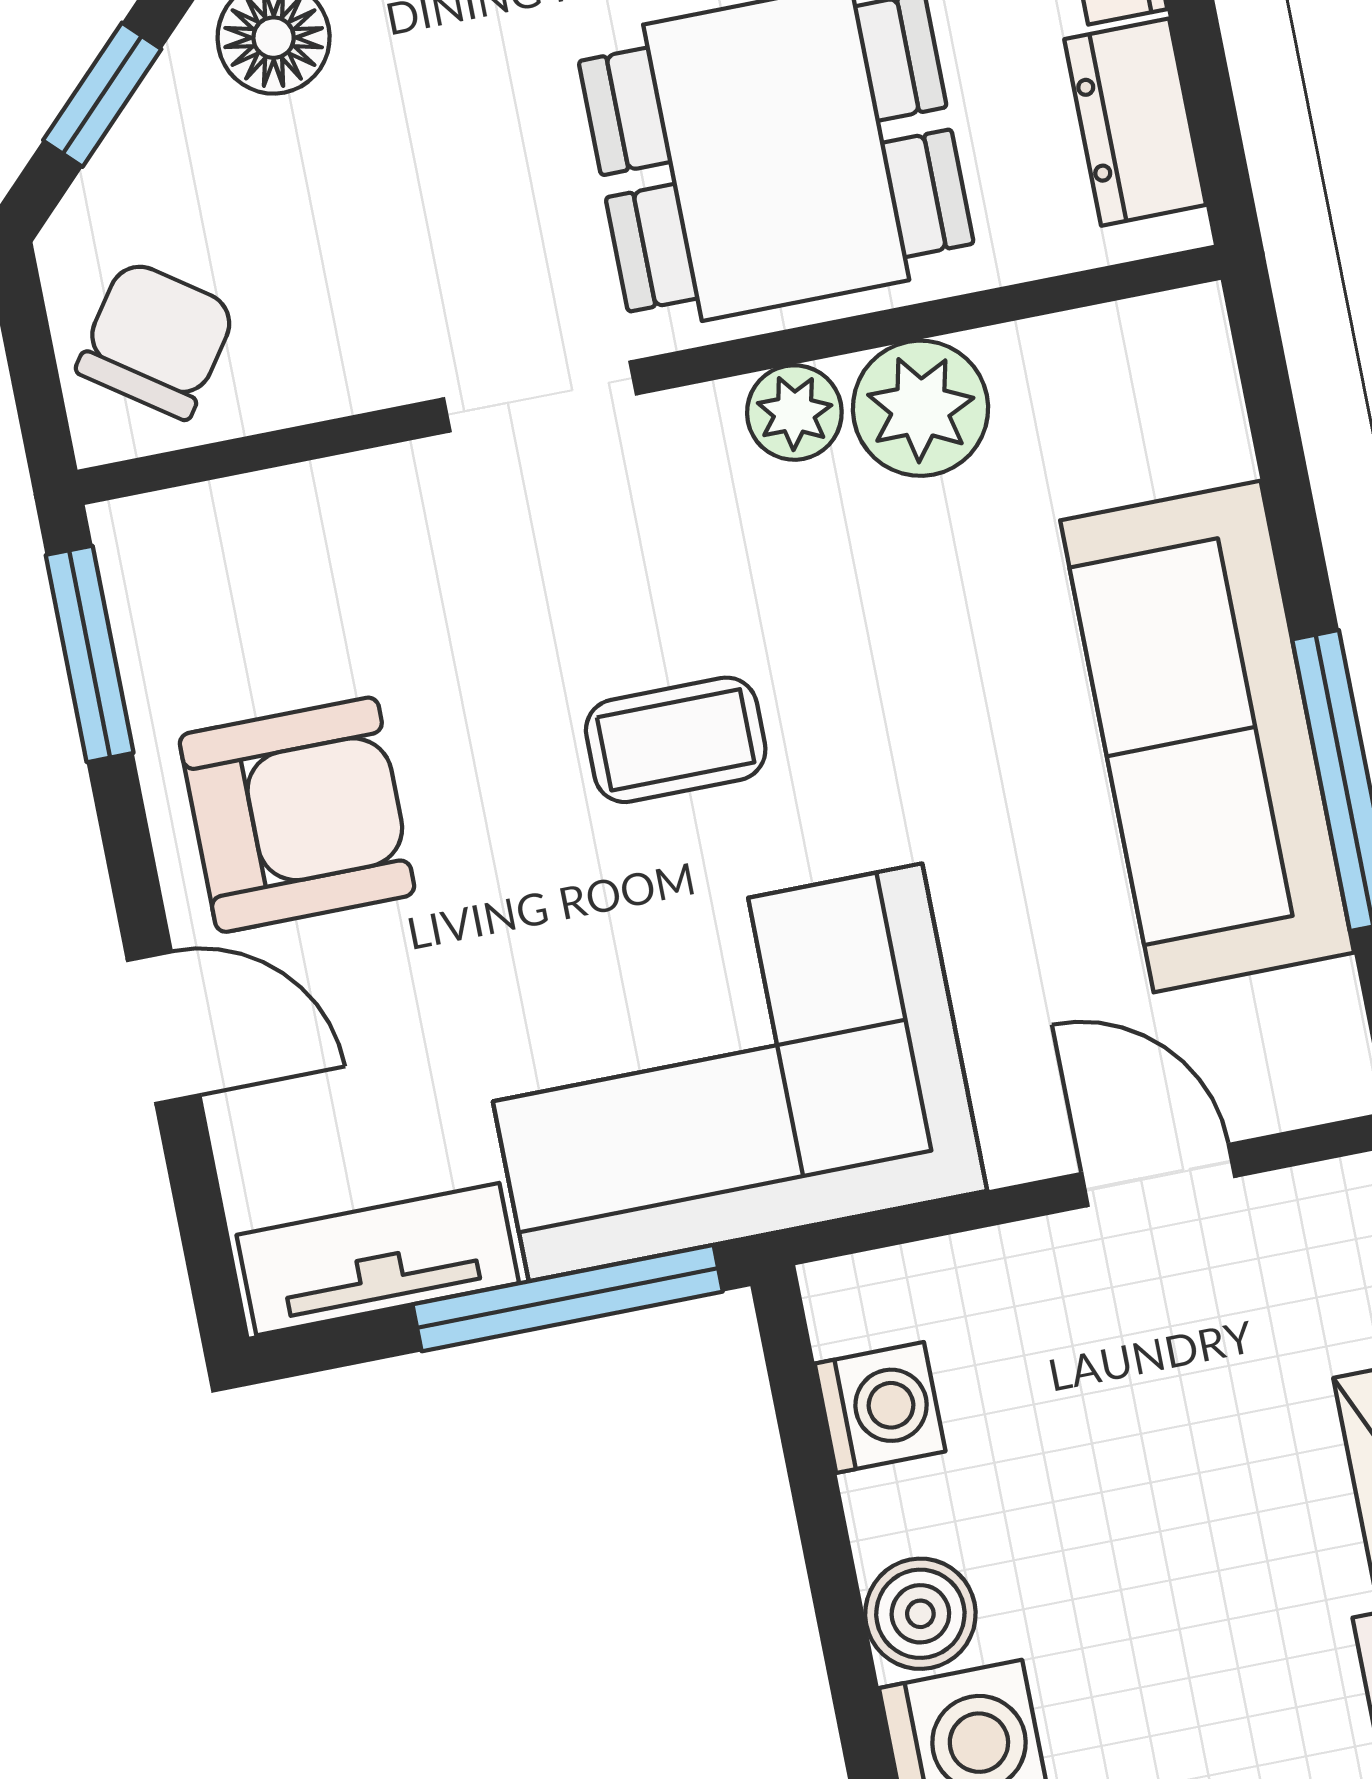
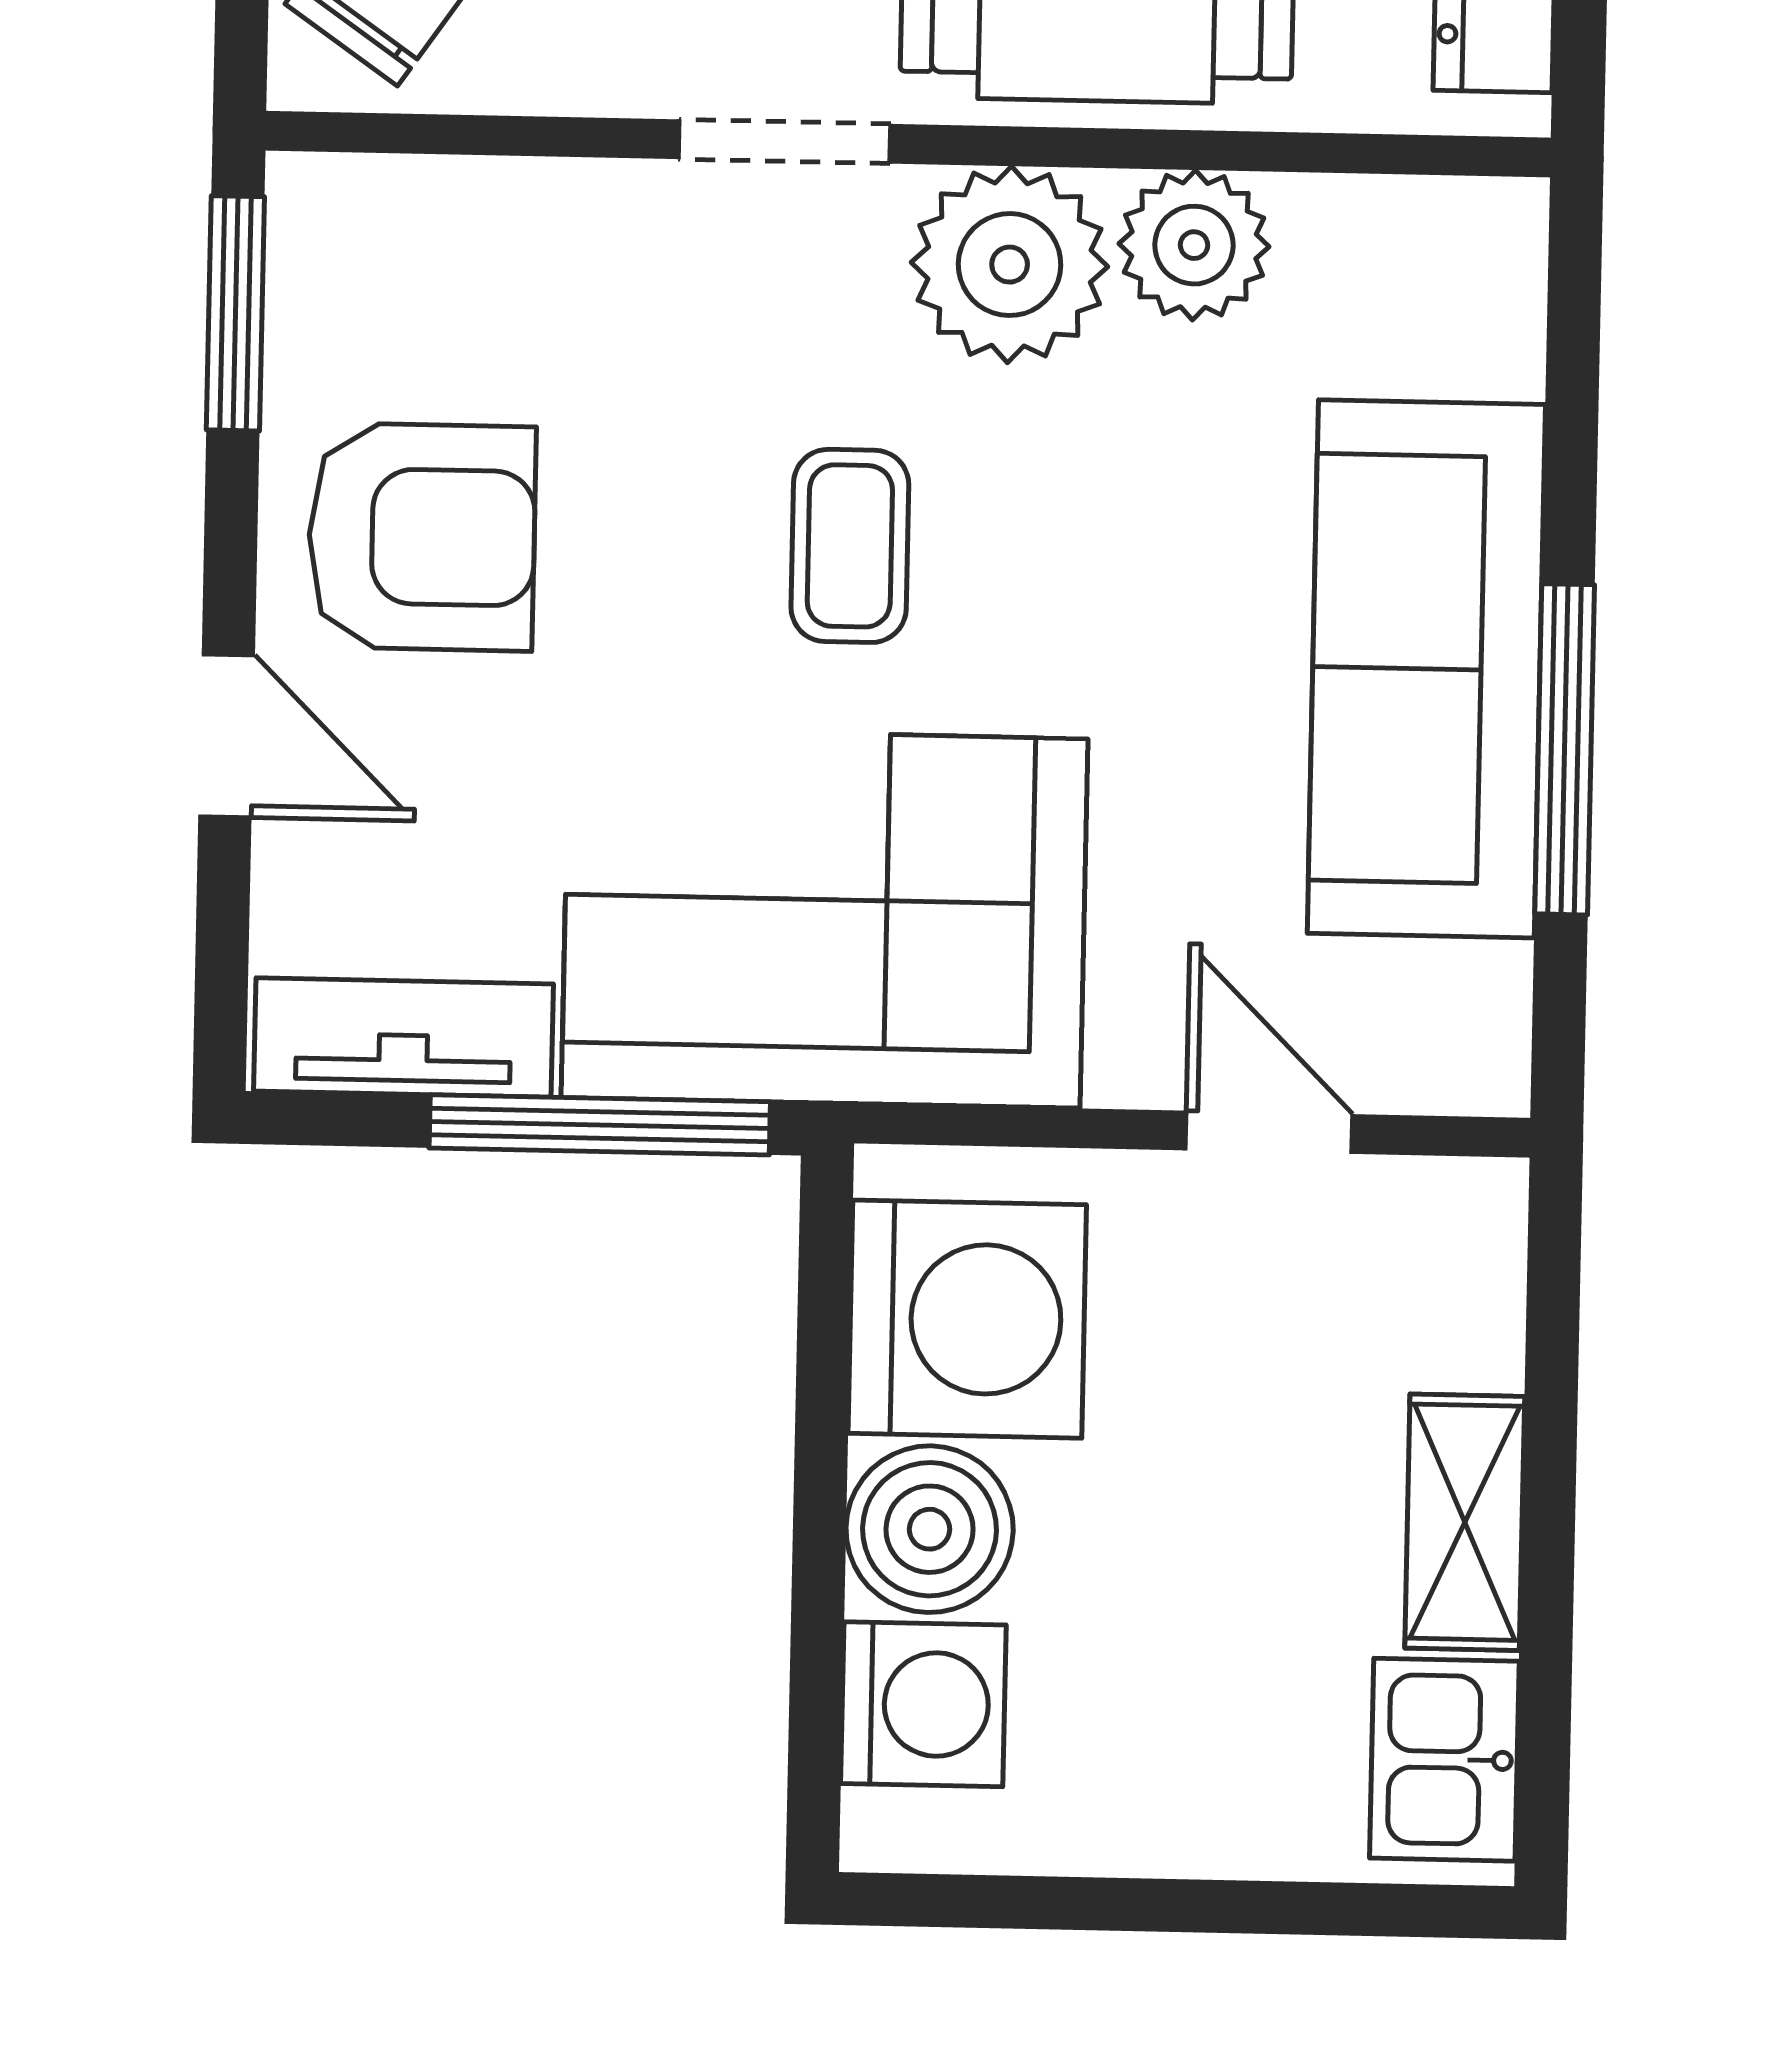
plant: (794, 413) -> (1010, 265), width x1.88, depth x1.88
coffee table: (676, 740) -> (850, 546), turned 90
washing machine: (880, 1407) -> (967, 1319), width x1.89, depth x1.89
boiler: (920, 1614) -> (930, 1529), width x1.36, depth x1.36

